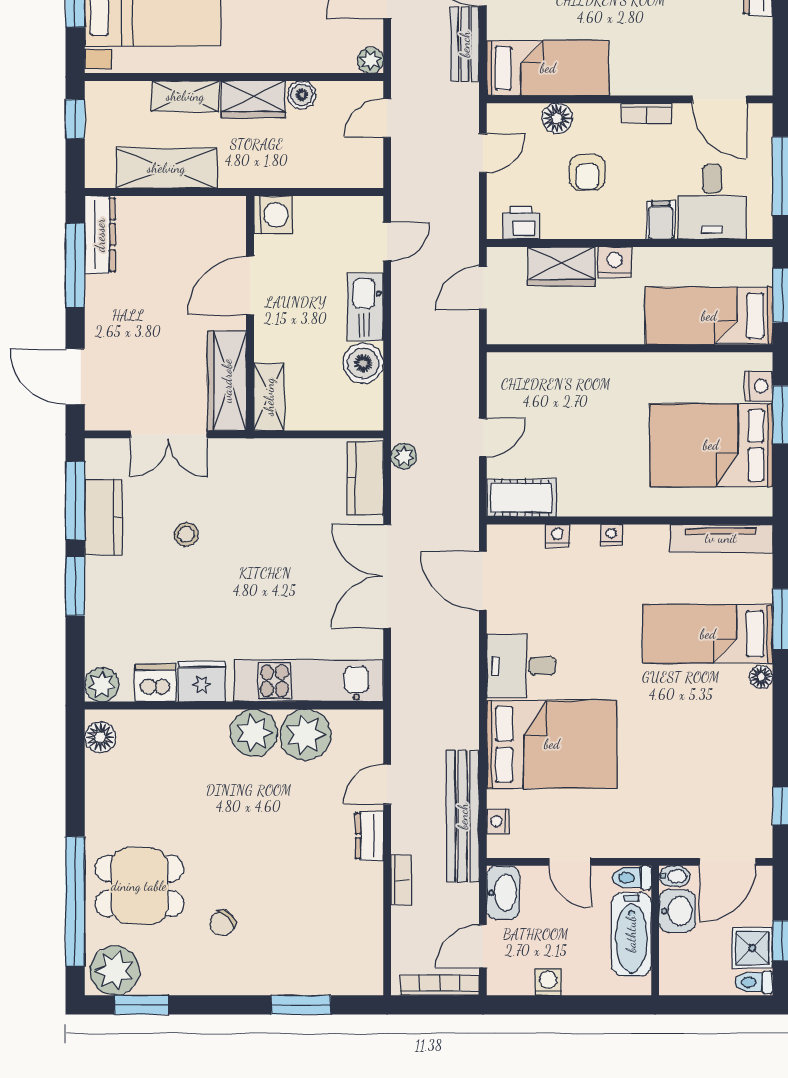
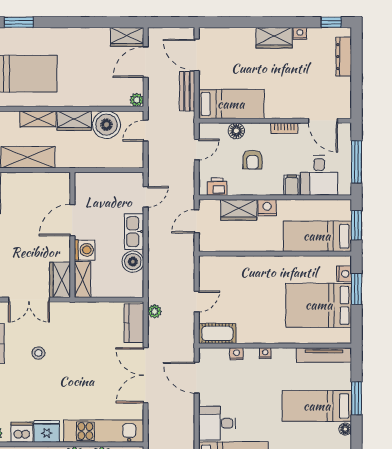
boiler: (302, 95) -> (106, 125), width x1.86, depth x1.86
washing machine: (273, 215) -> (85, 250), moved
wardrobe: (227, 381) -> (60, 280), width x0.67

